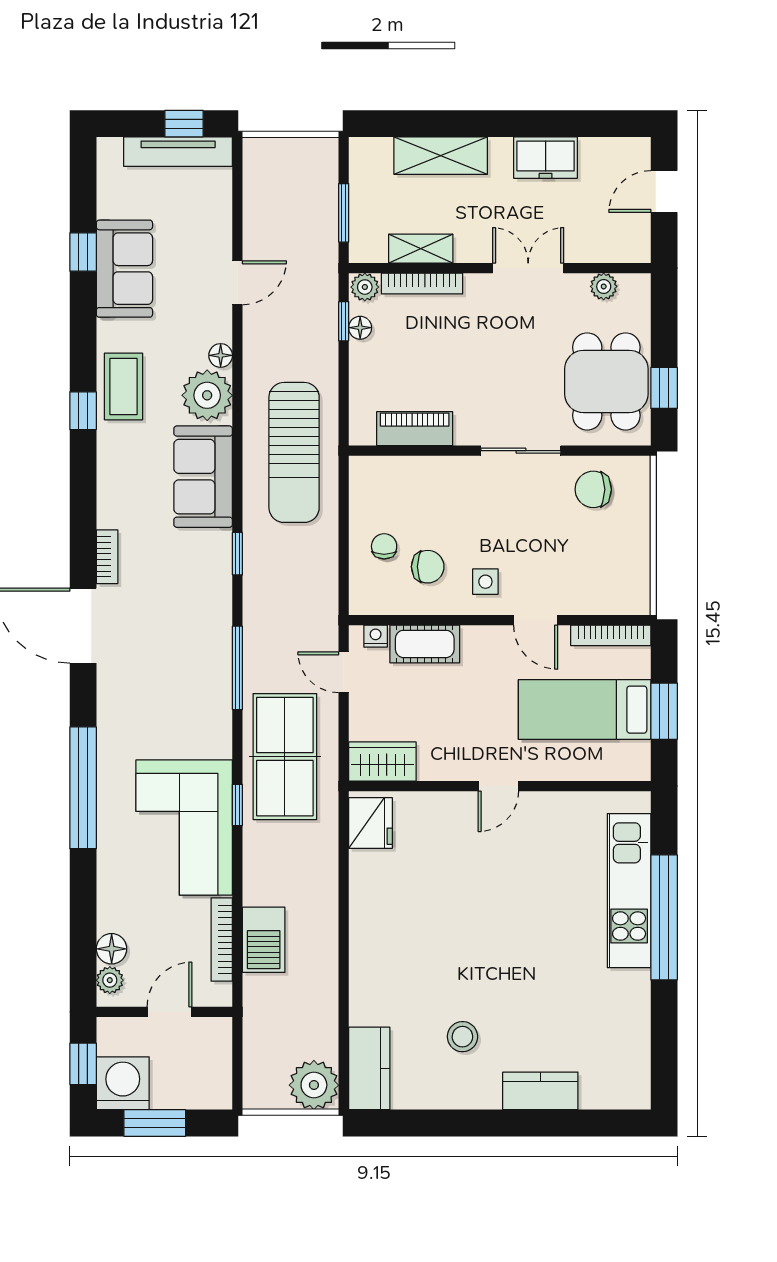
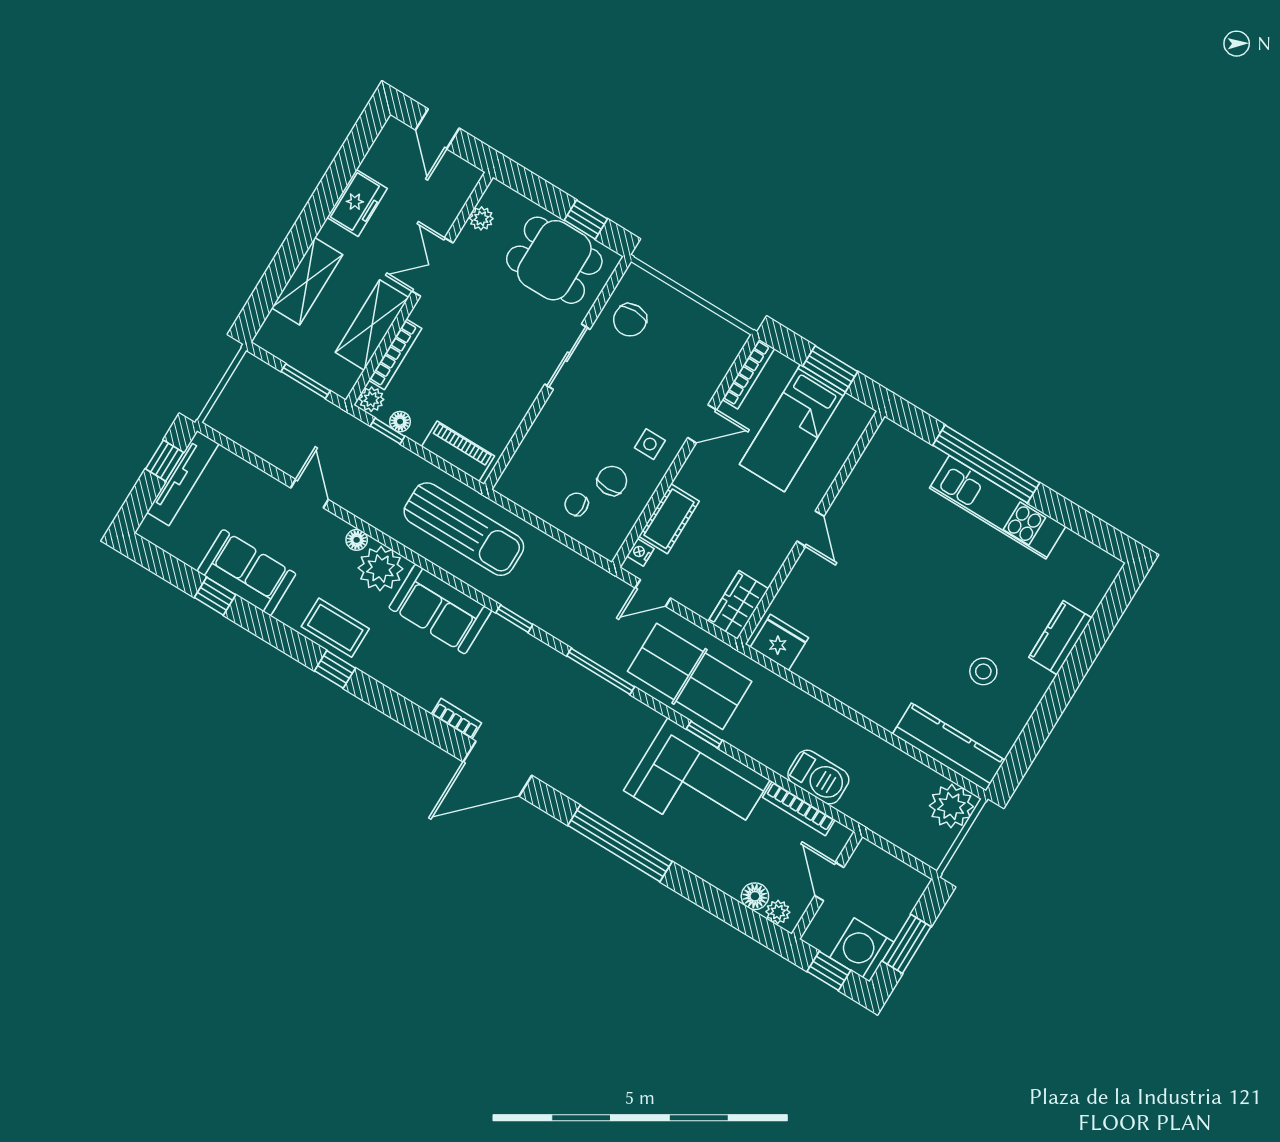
shelving: (421, 249) -> (372, 325), width x1.50, depth x1.33
piano: (415, 429) -> (458, 451), moved, turned 90
kitchen unit: (629, 891) -> (998, 507), moved
kitchen counter: (369, 1068) -> (949, 747), width x1.50

